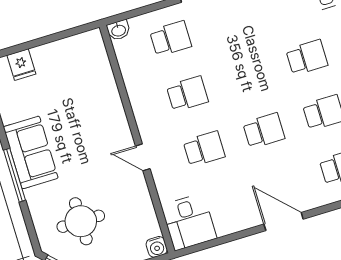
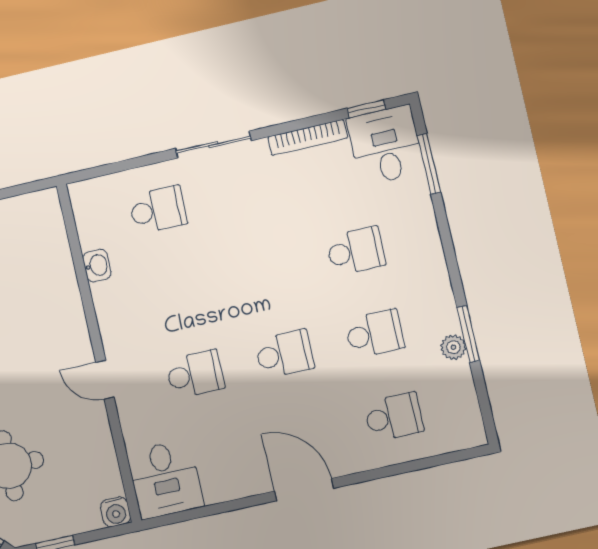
washbasin: (119, 30) -> (97, 266), moved, turned -90
school desk: (187, 94) -> (176, 292), removed

